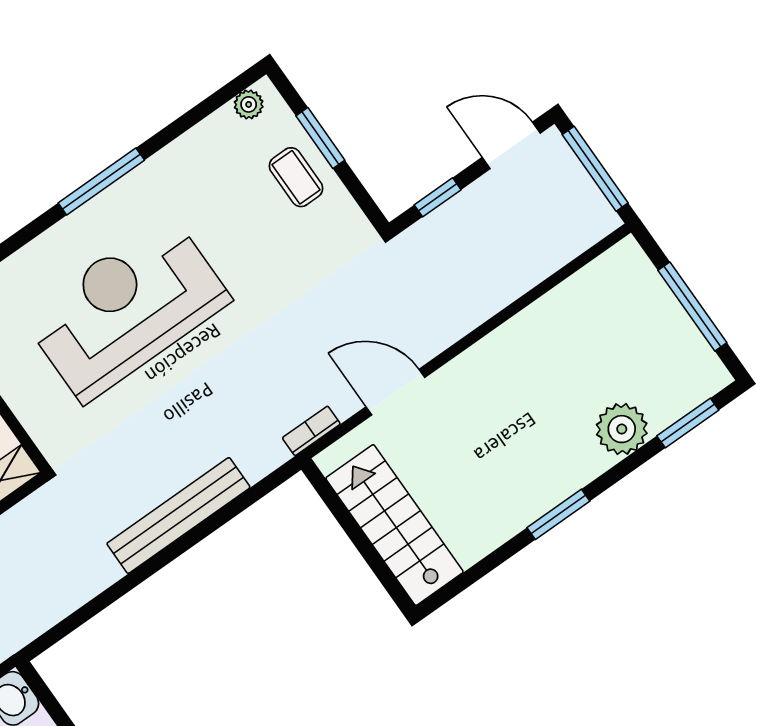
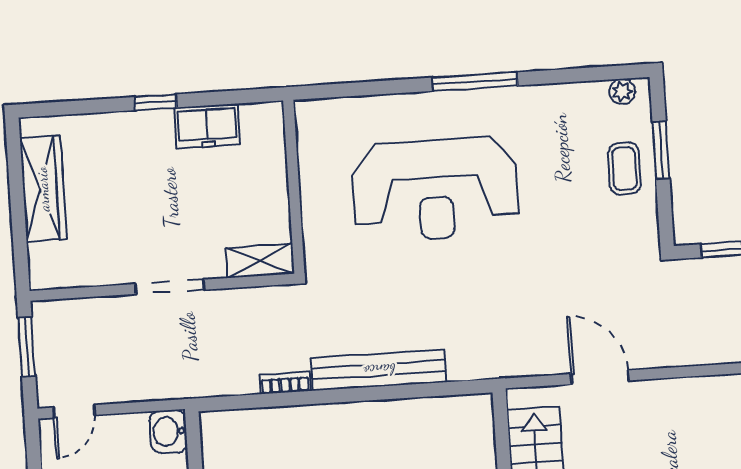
reception desk: (127, 308) -> (435, 189), turned 180
bookcase: (311, 431) -> (285, 383), moved

